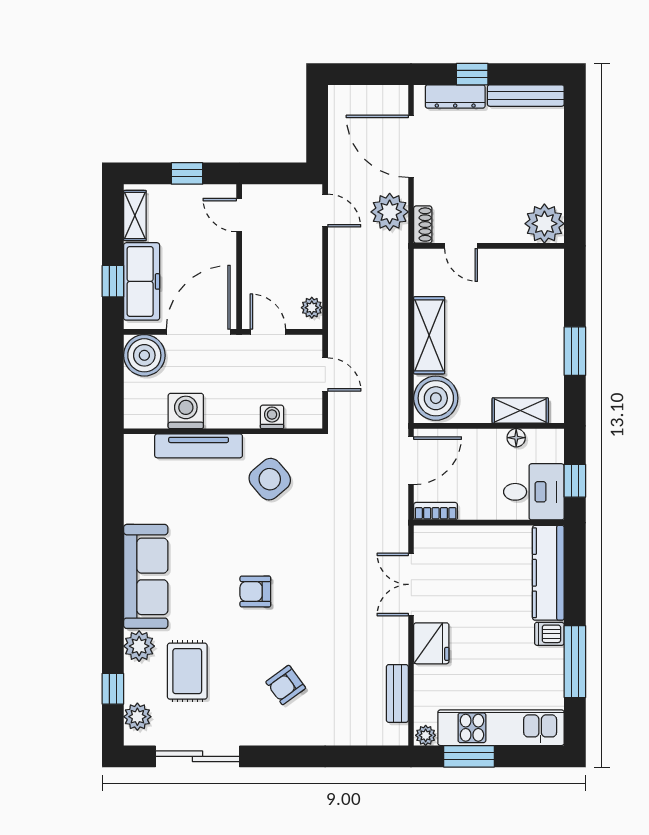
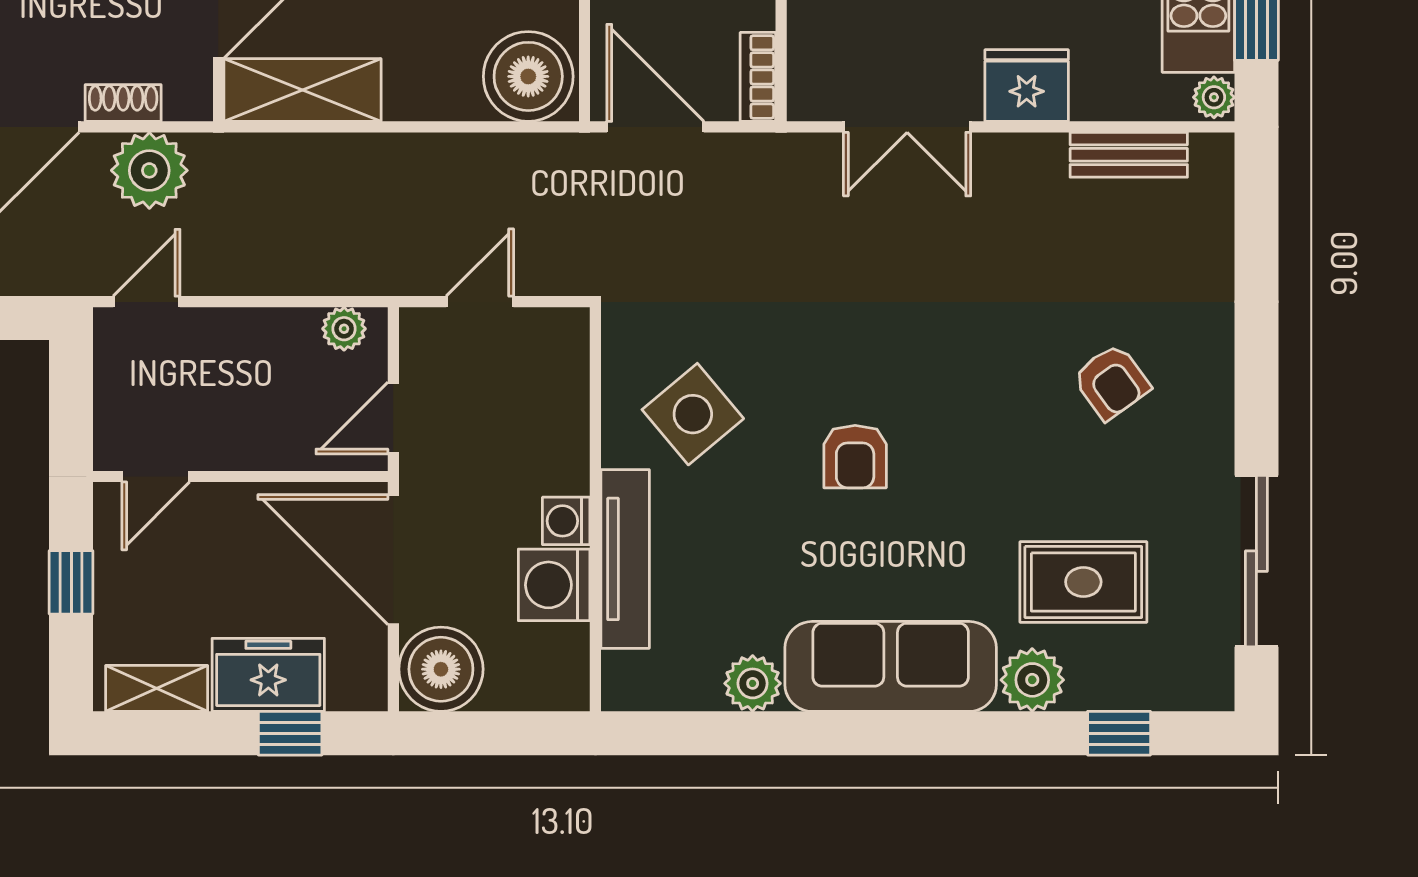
shoe rack: (423, 225) -> (123, 103), moved
freezer: (142, 281) -> (268, 675), width x0.71
shelving: (429, 335) -> (302, 90), moved
washing machine: (272, 417) -> (566, 521), moved
armchair: (255, 591) -> (855, 457), moved
plant: (137, 717) -> (753, 683), moved

